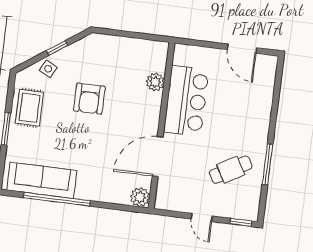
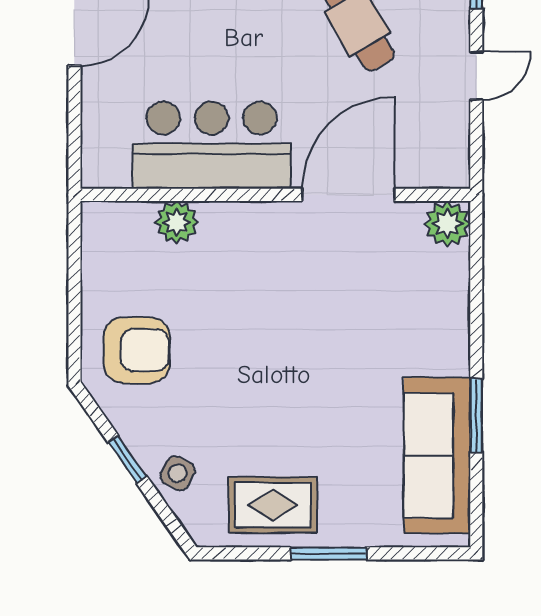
armchair: (89, 99) -> (137, 350), moved
door: (158, 157) -> (348, 195), swing flipped
window: (57, 199) -> (476, 416), width x0.47

